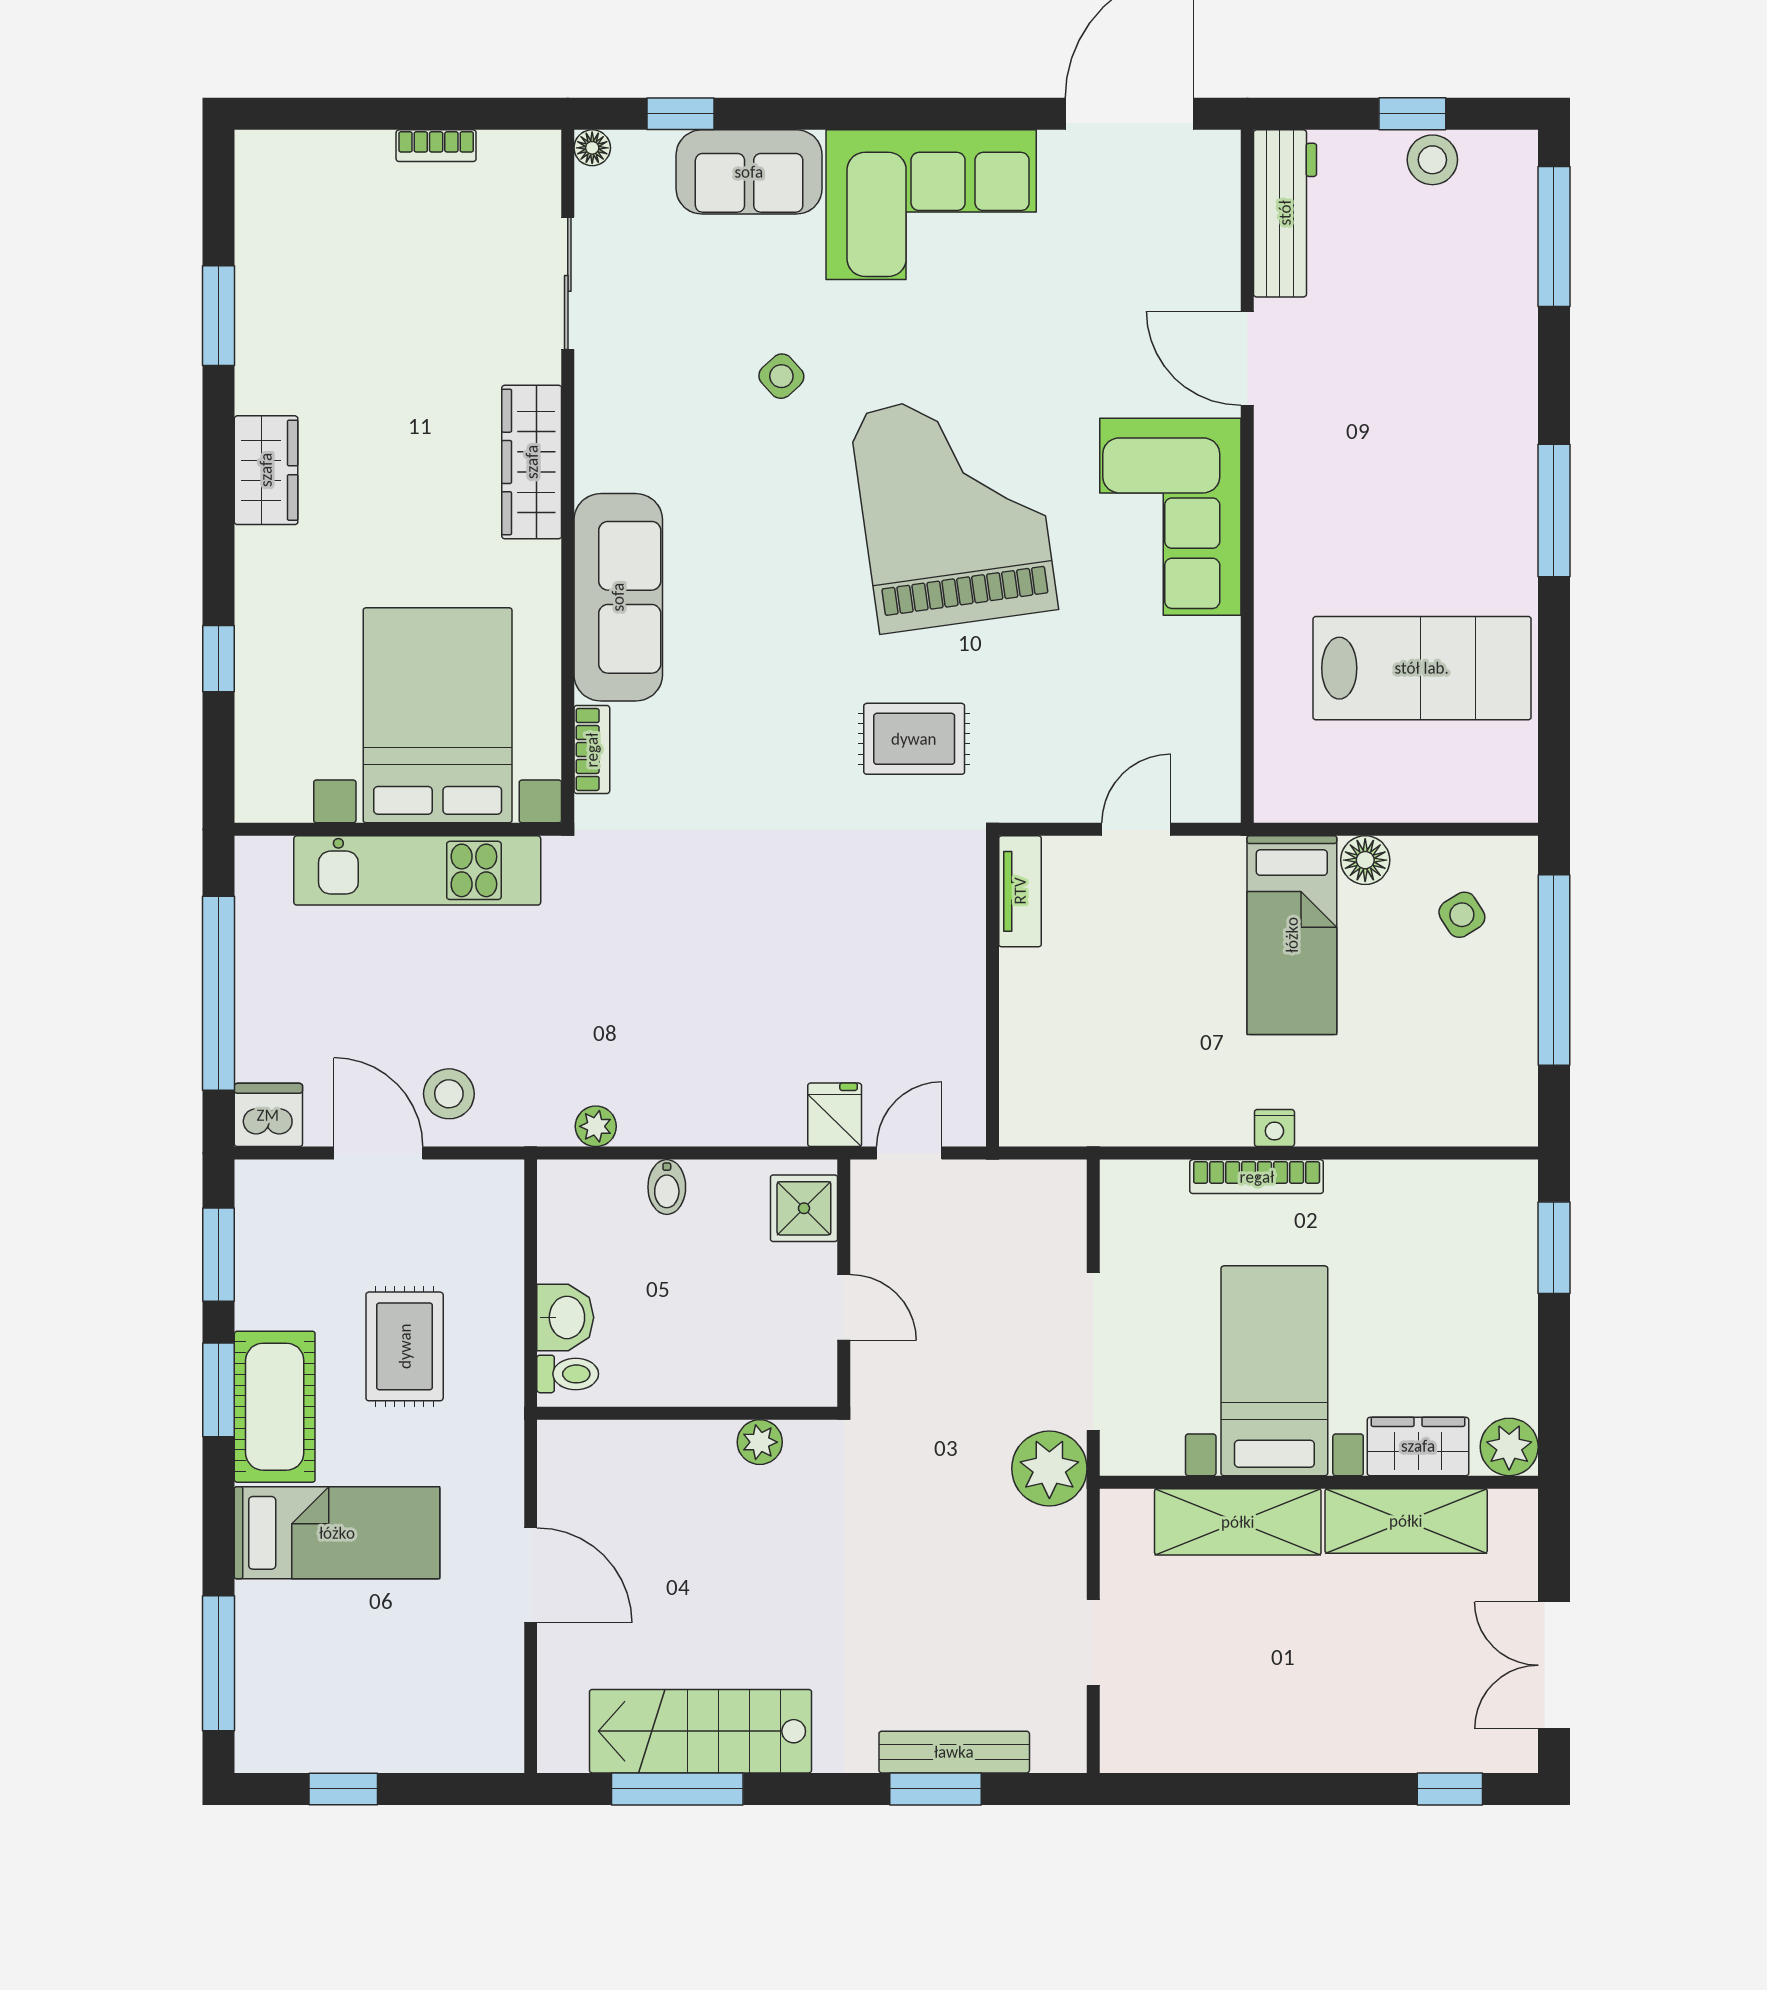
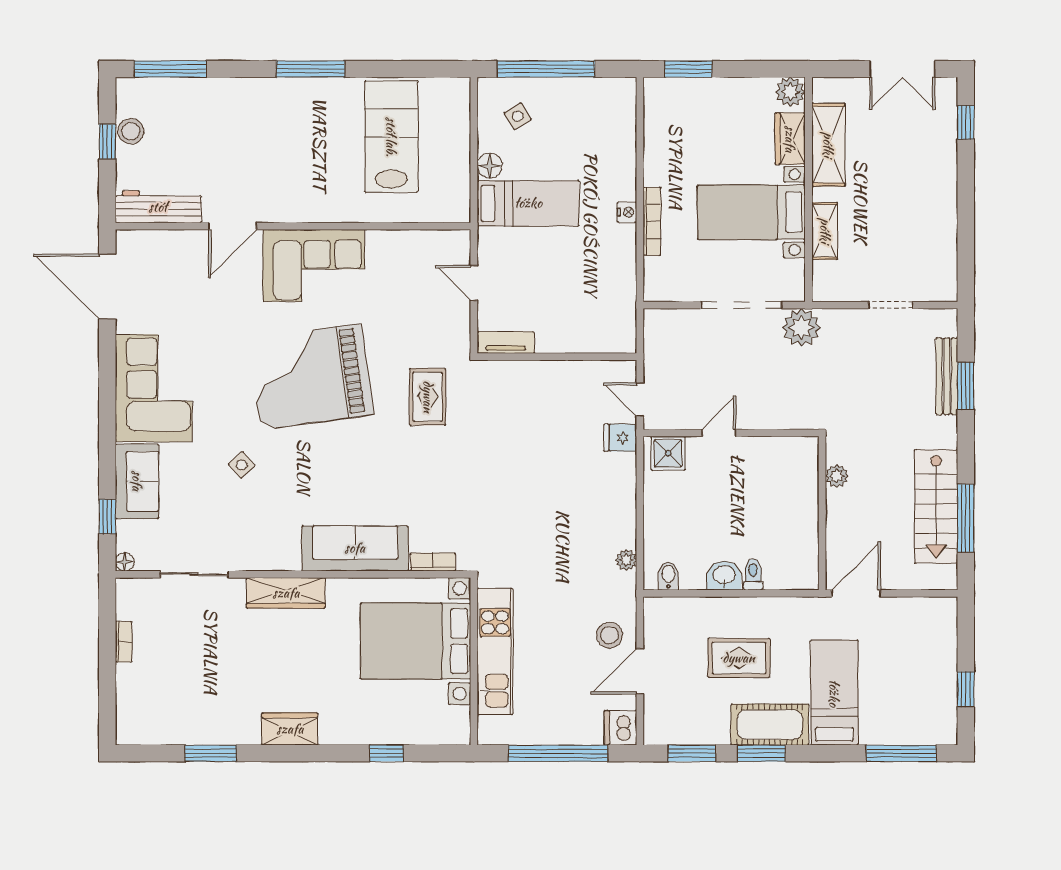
bidet: (667, 1187) -> (668, 576), moved, turned -90
wall: (687, 1413) -> (822, 513), moved
plant: (760, 1442) -> (837, 476), moved
shelving: (1238, 1522) -> (825, 231), width x0.67, depth x0.75

